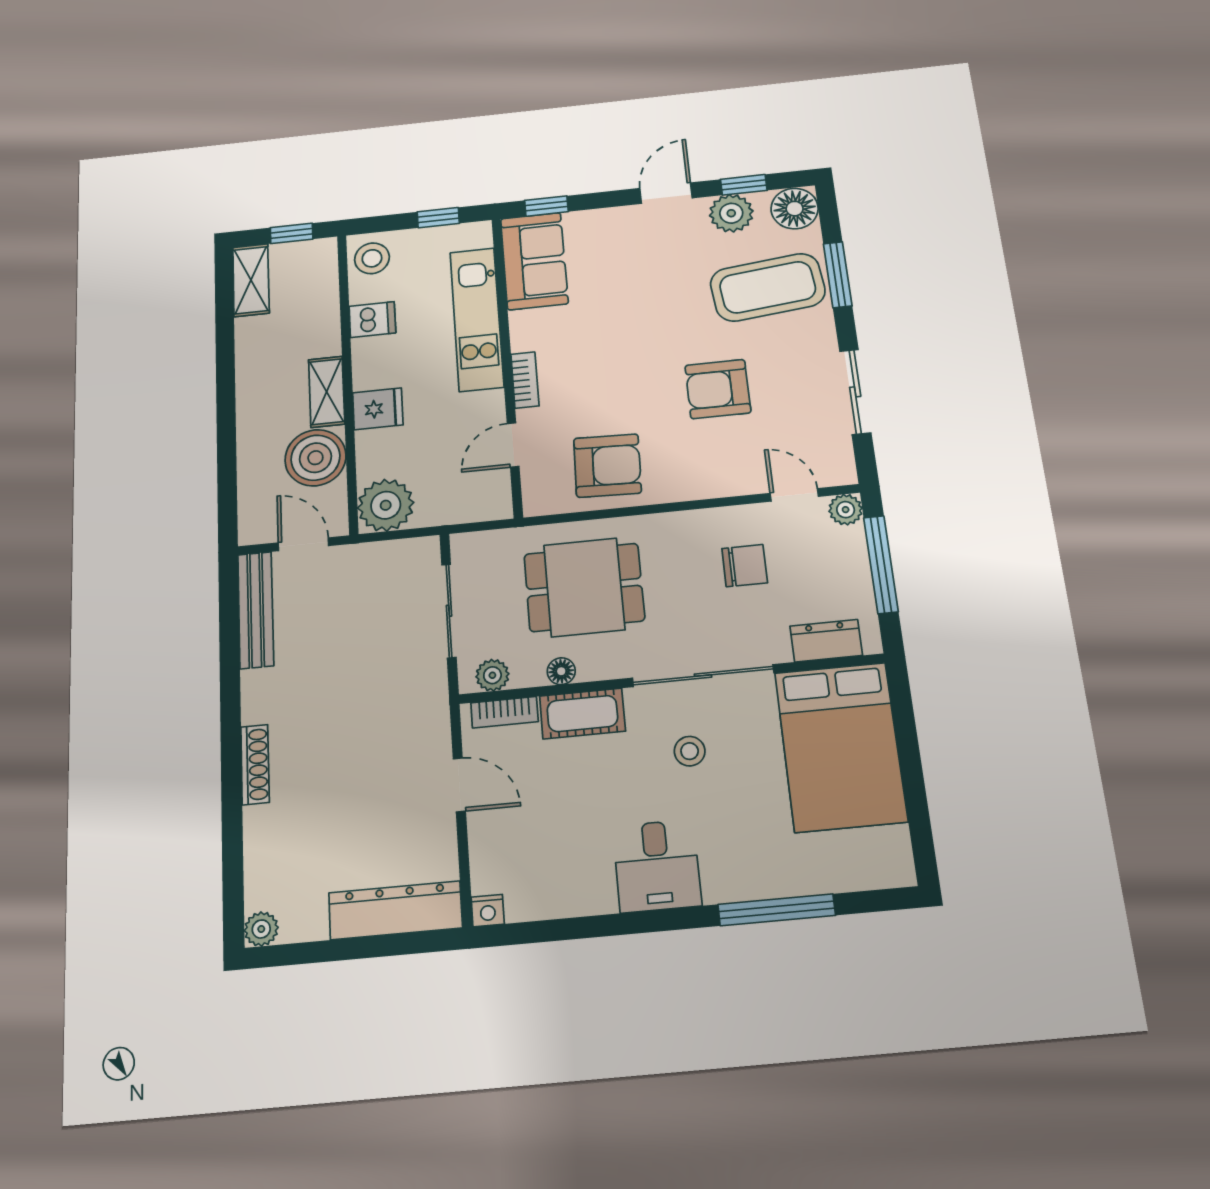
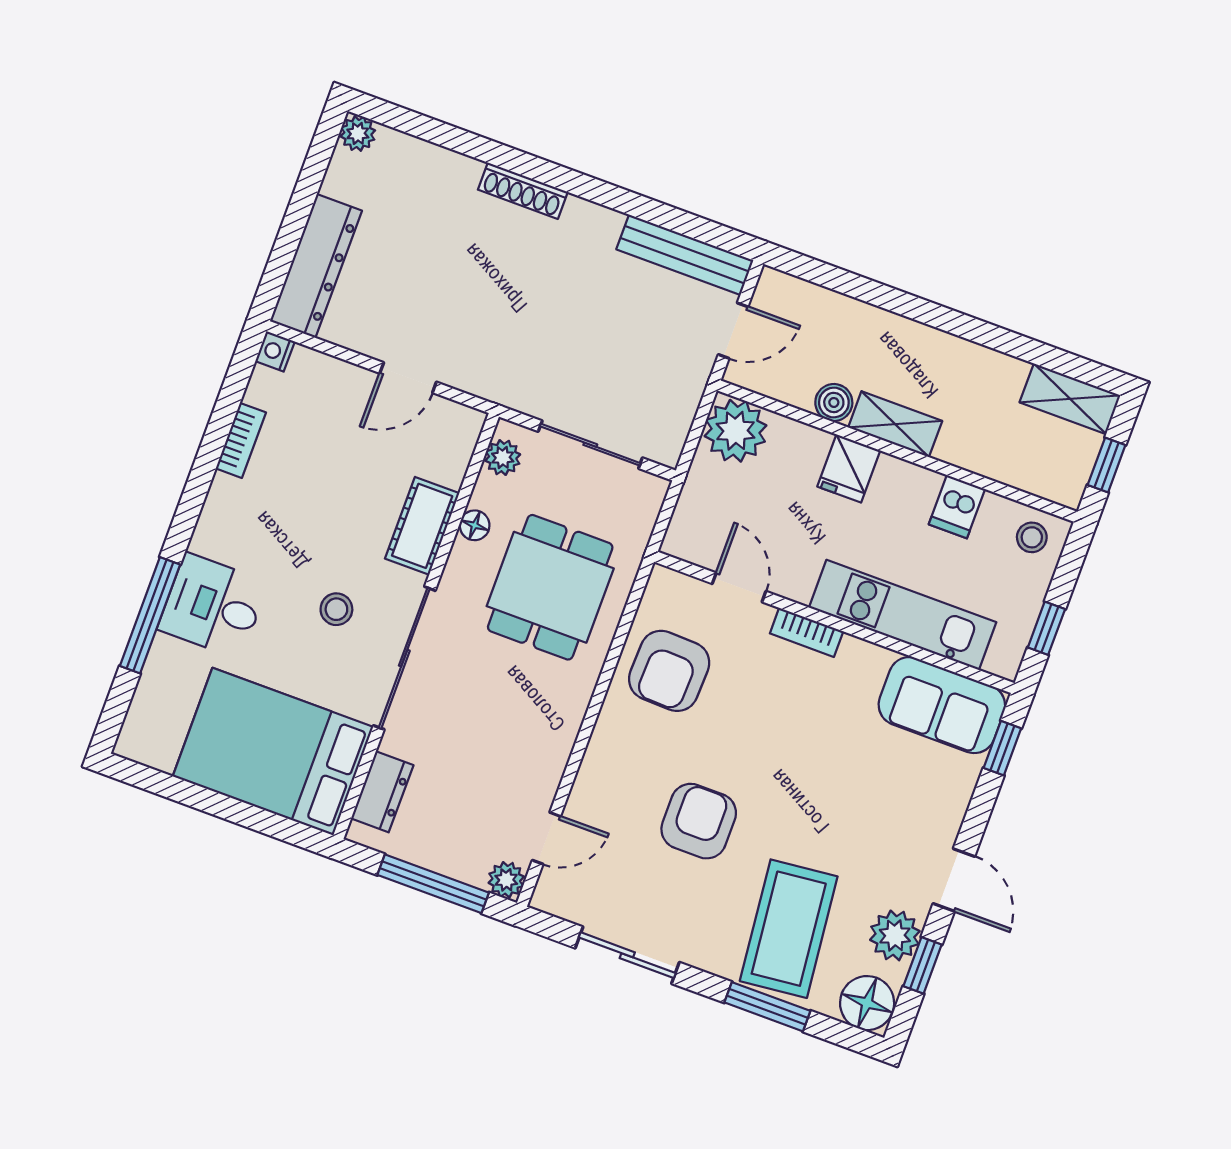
stool: (372, 258) -> (1032, 537), width x0.73, depth x0.73
boiler: (315, 458) -> (834, 402), width x0.54, depth x0.54
chair: (745, 566) -> (496, 753), removed
bookcase: (504, 712) -> (241, 440), moved, turned 180
desk: (657, 866) -> (213, 606), moved

